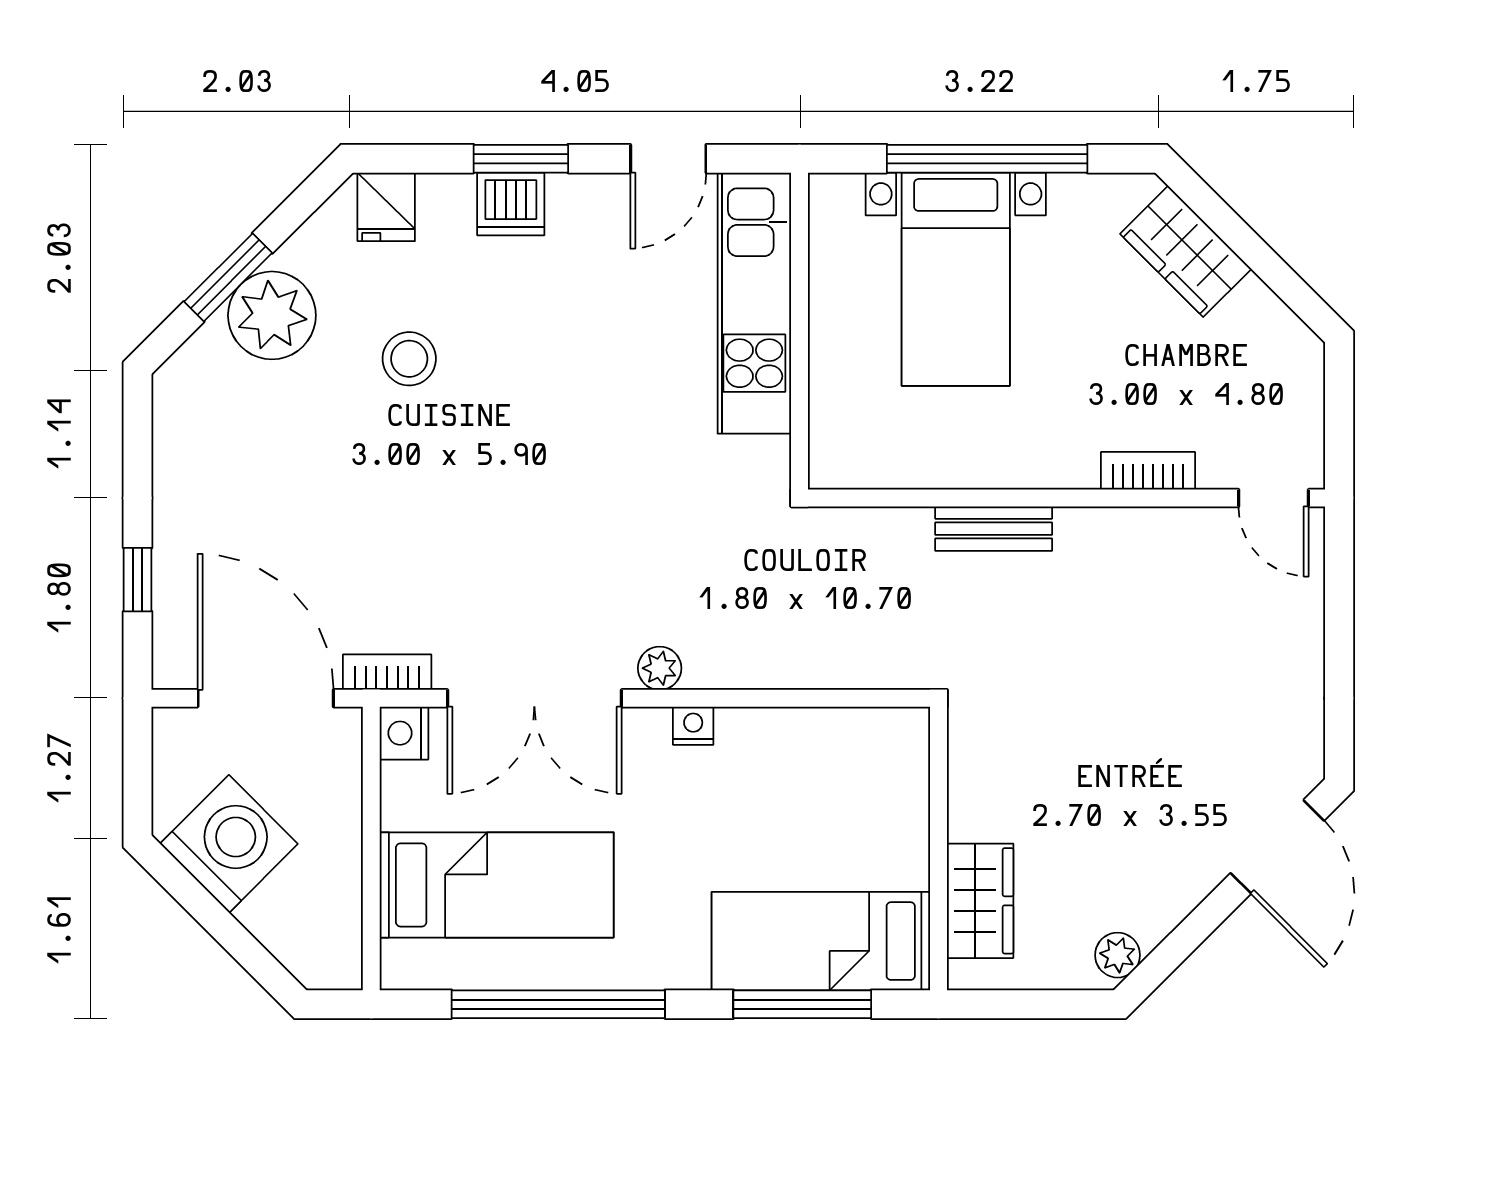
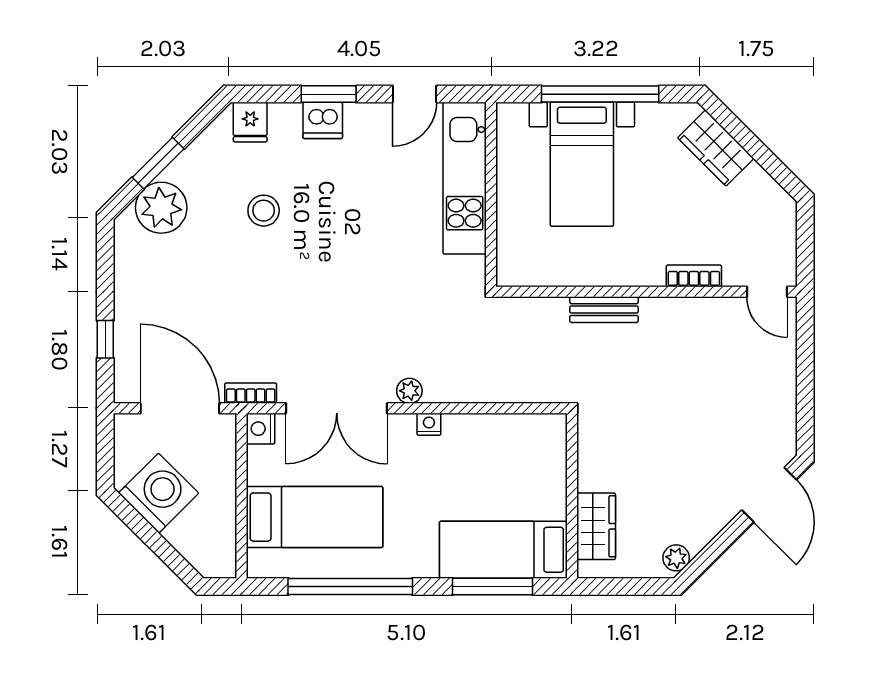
plant: (272, 315) -> (161, 208), moved

